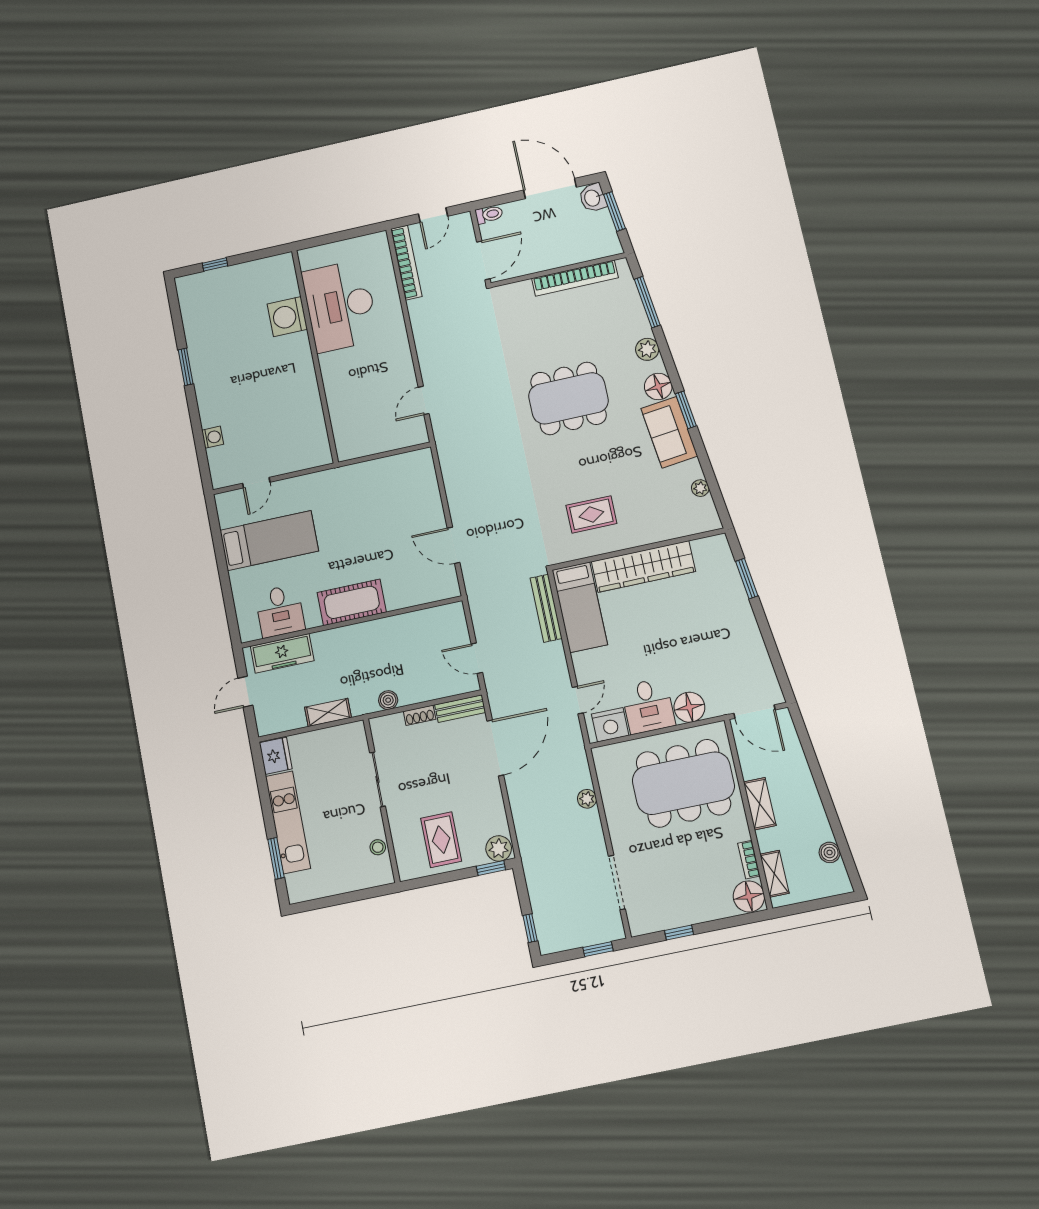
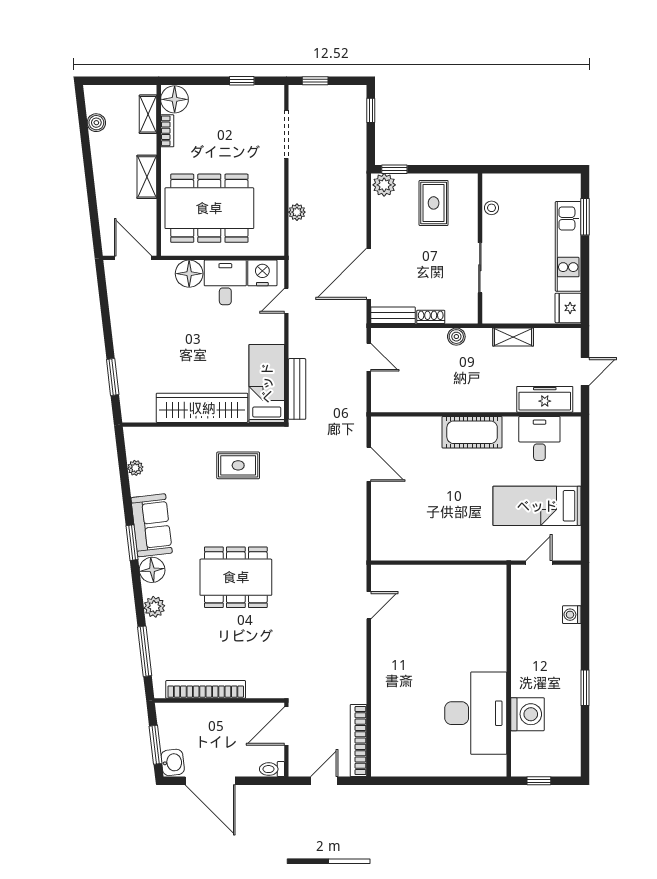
desk: (340, 306) -> (476, 713), moved
washing machine: (287, 317) -> (527, 714), moved
wall: (315, 356) -> (509, 671), moved

